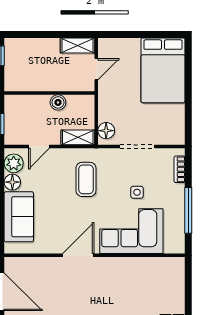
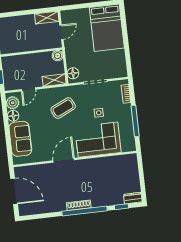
boiler: (58, 102) -> (58, 56), moved
coffee table: (86, 179) -> (63, 108), turned 65

